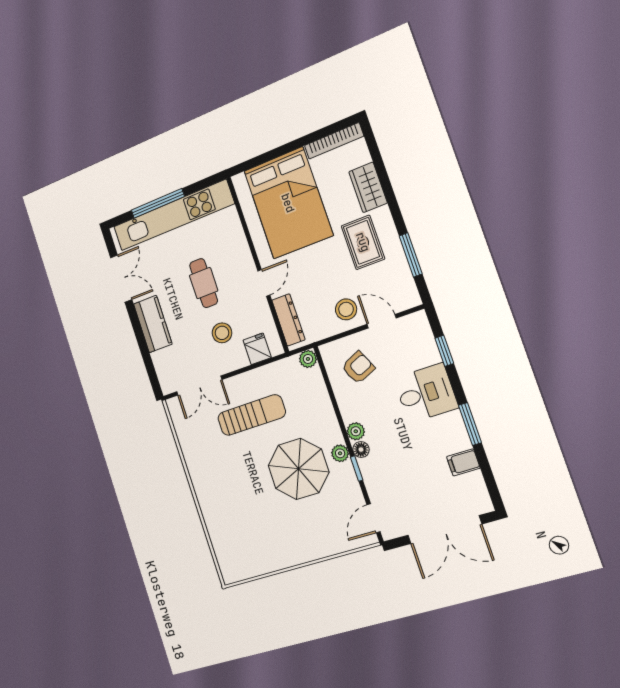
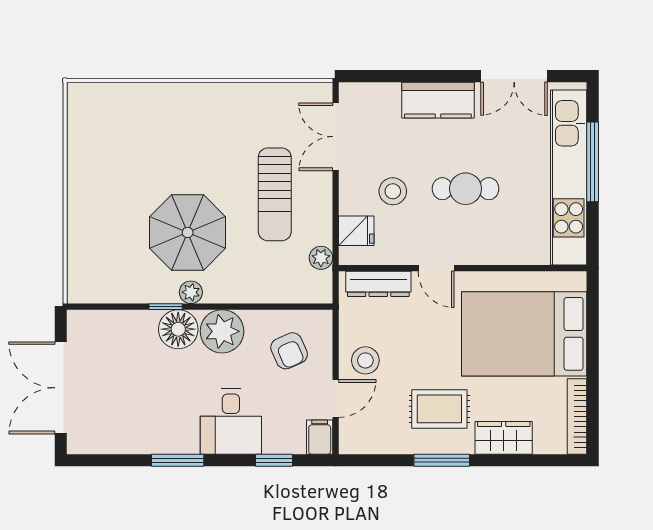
window: (411, 255) -> (442, 460), moved
plant: (308, 359) -> (321, 258), moved
plant: (356, 431) -> (222, 331), width x1.88, depth x1.88
floor lamp: (361, 450) -> (178, 329), width x1.89, depth x1.89
filing cabinet: (463, 462) -> (320, 437), moved
door: (373, 518) -> (99, 307), removed

